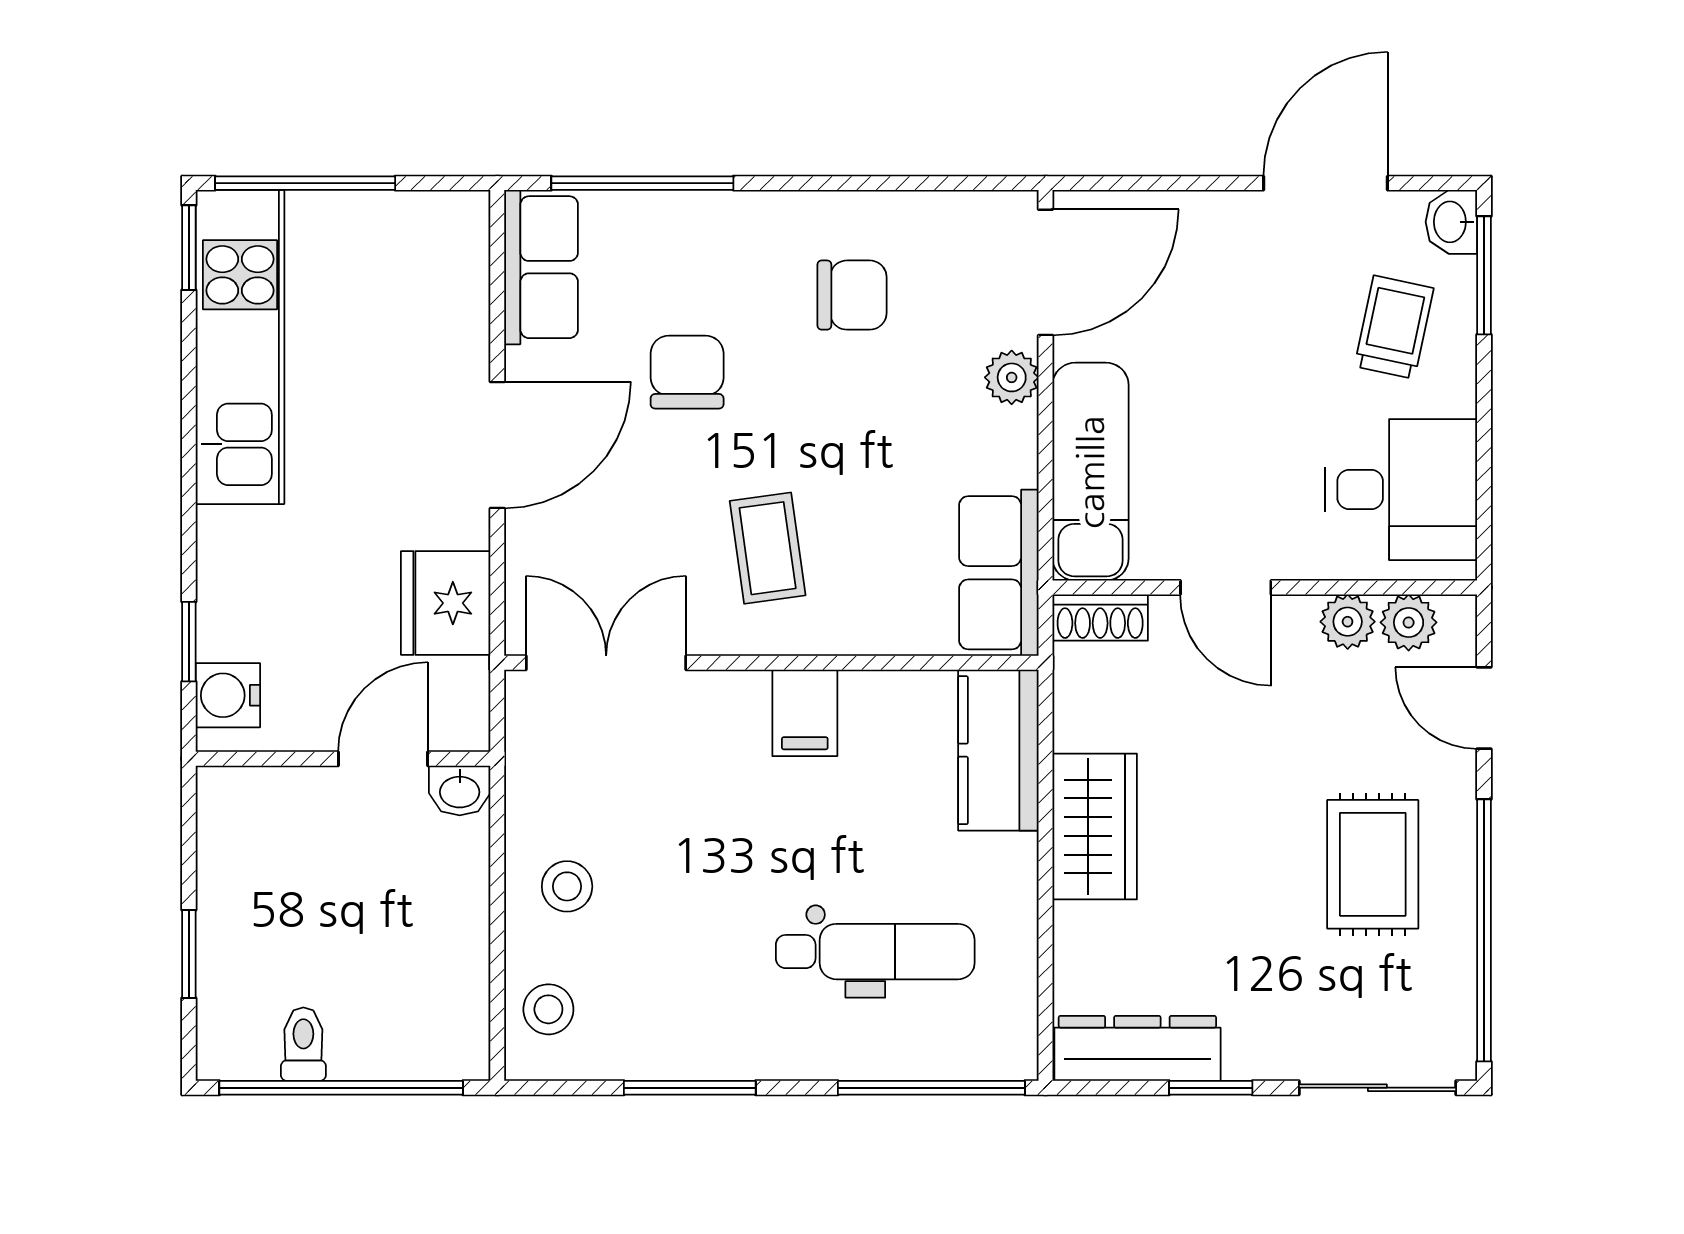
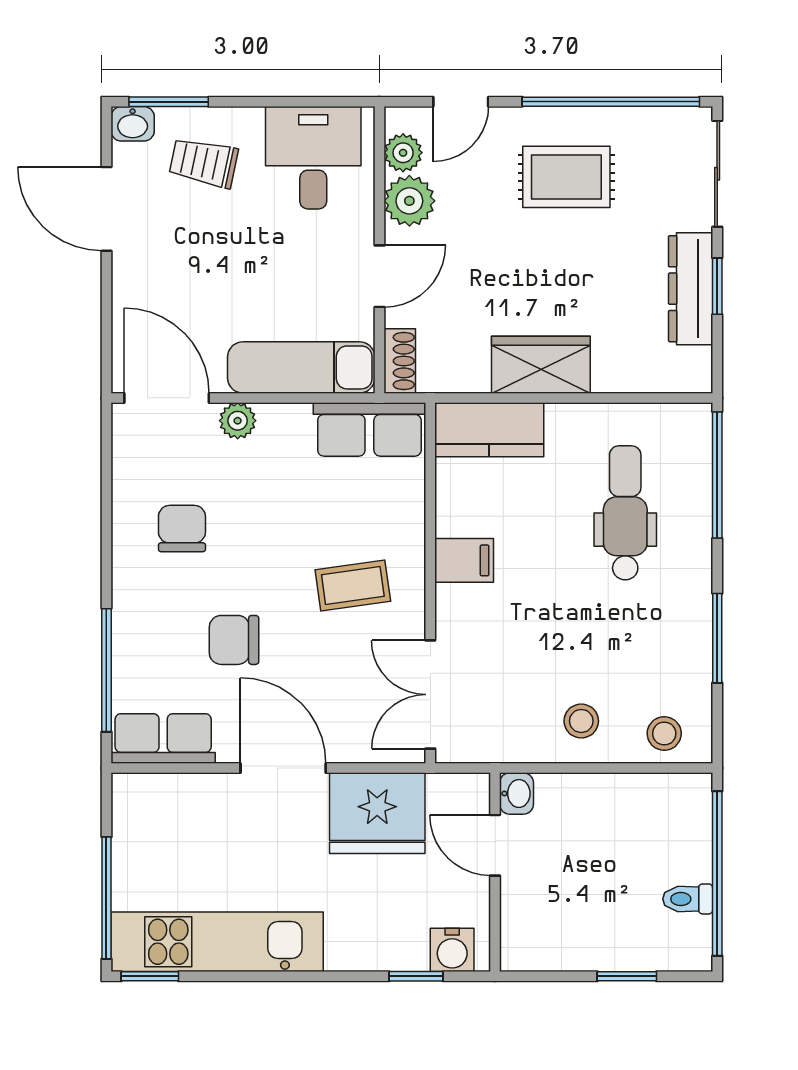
fridge: (446, 603) -> (377, 813), width x1.36, depth x1.34
plant: (1348, 622) -> (409, 201), width x1.38, depth x1.38
dresser: (1137, 1048) -> (691, 289), moved

